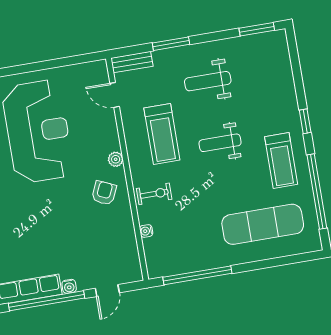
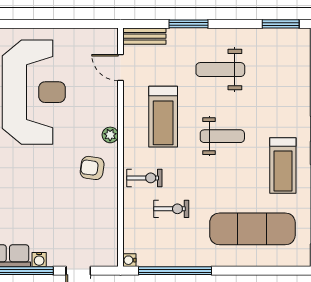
weight bench: (220, 143) -> (222, 136), turned 180
armchair: (104, 193) -> (92, 168), turned -106
exercise bike: (184, 218) -> (171, 209), added
water cooler: (146, 231) -> (129, 260), moved

